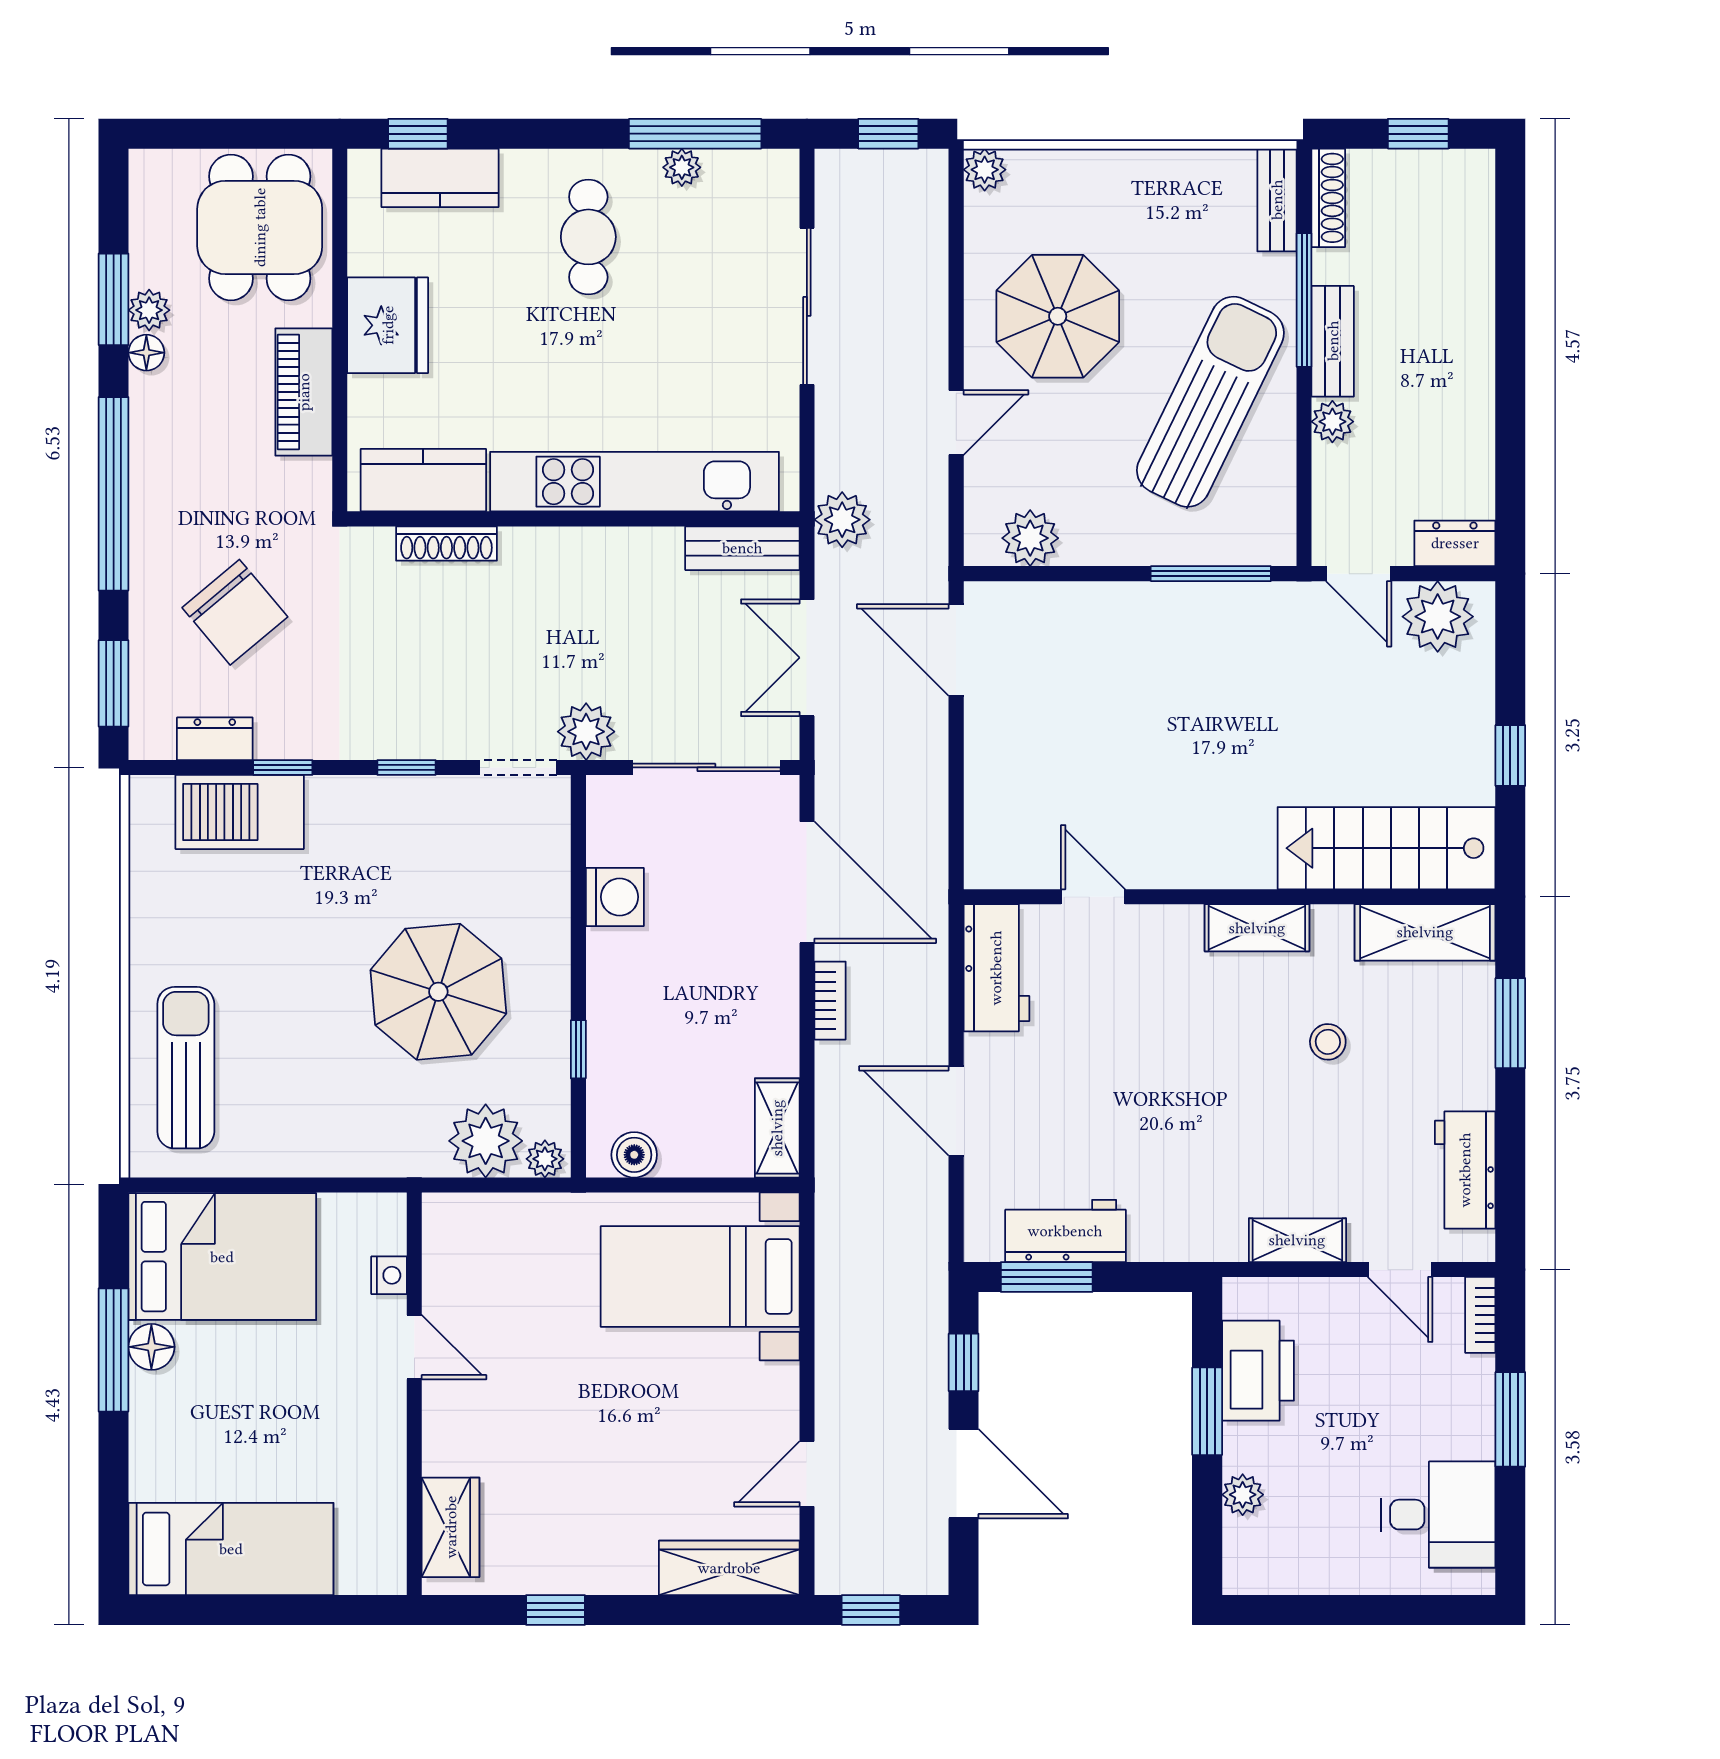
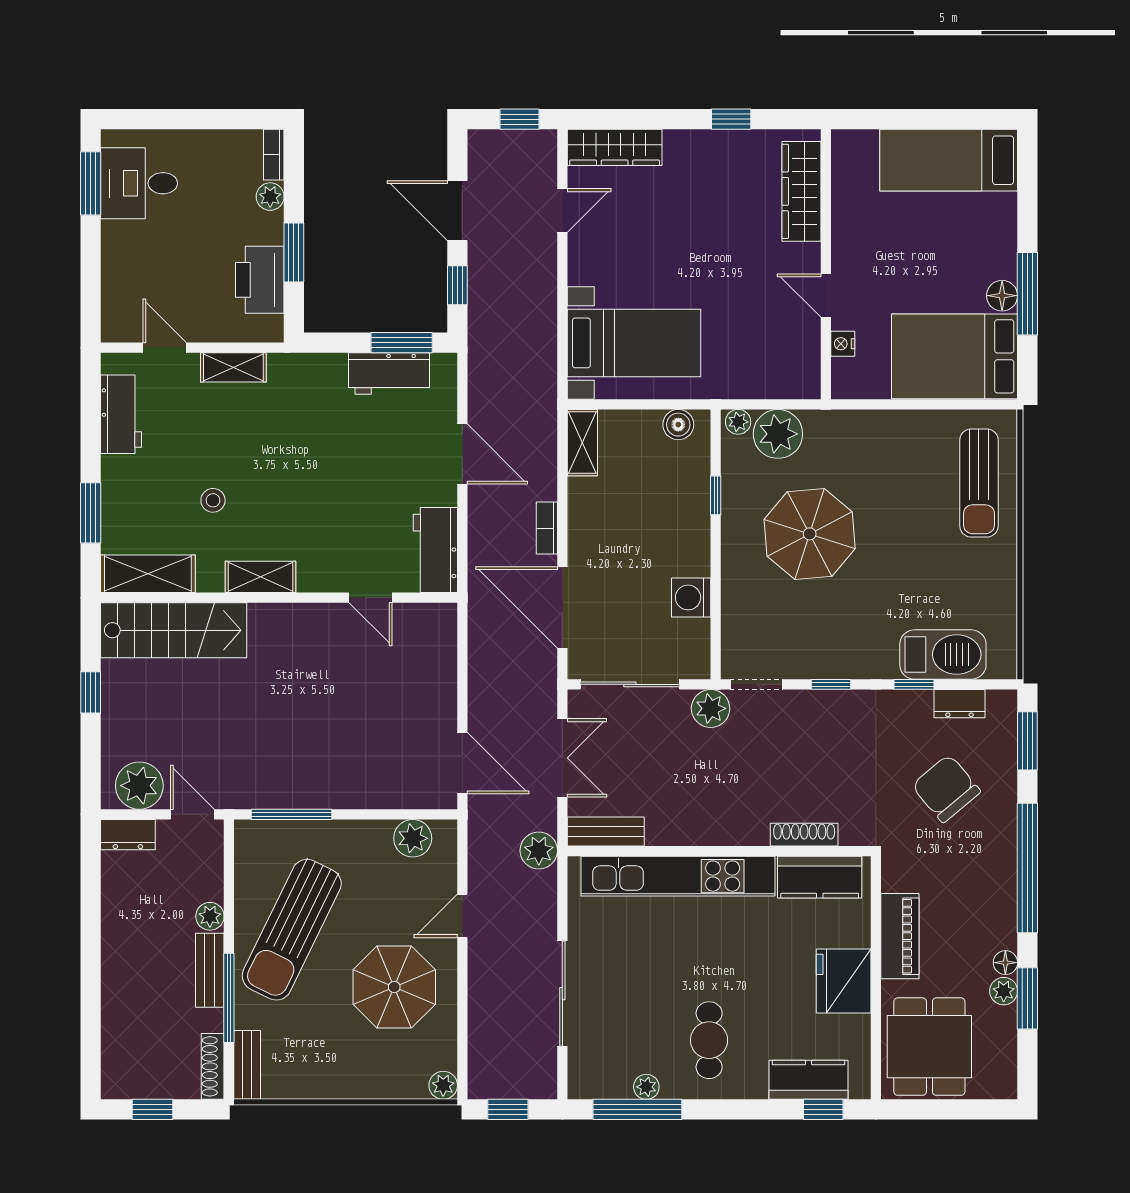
bookcase: (1480, 1315) -> (274, 155), moved, turned 180
window: (1510, 1419) -> (91, 183), moved
wardrobe: (451, 1527) -> (801, 191), width x1.50

